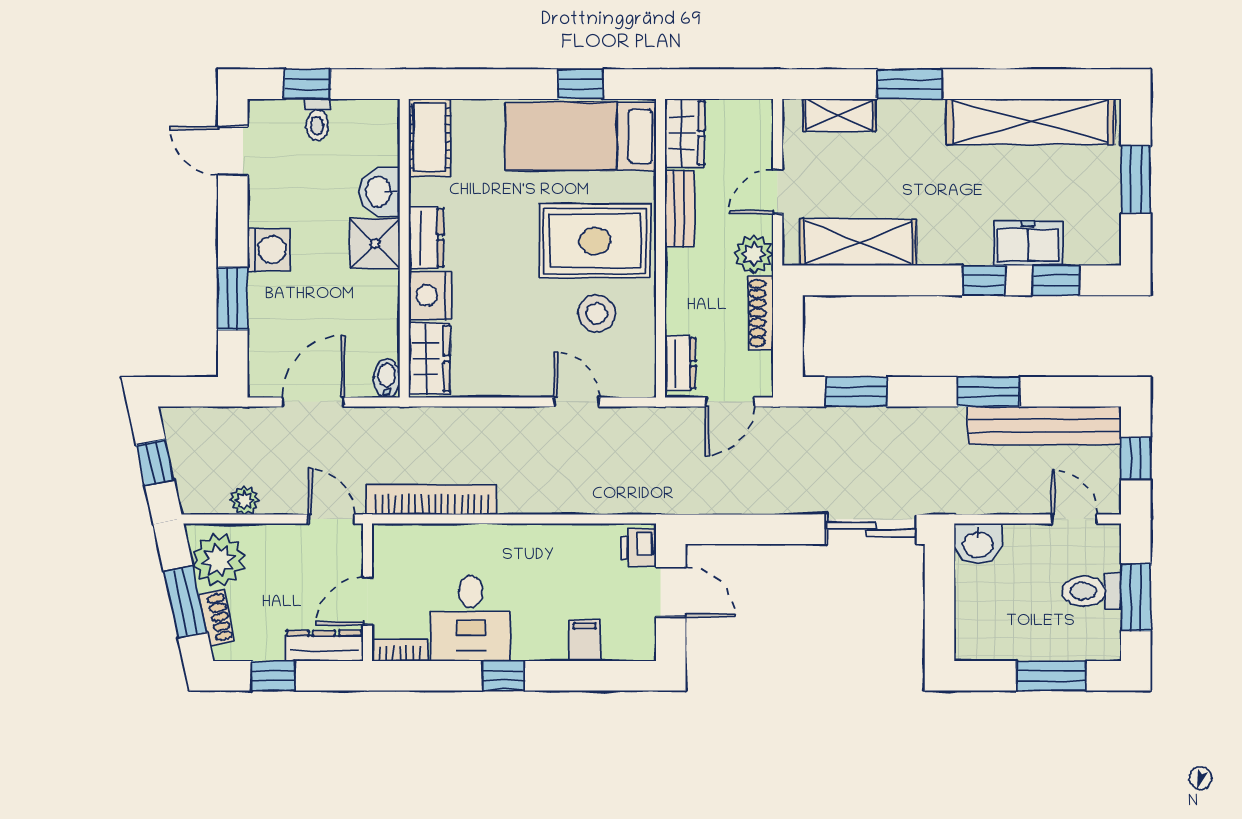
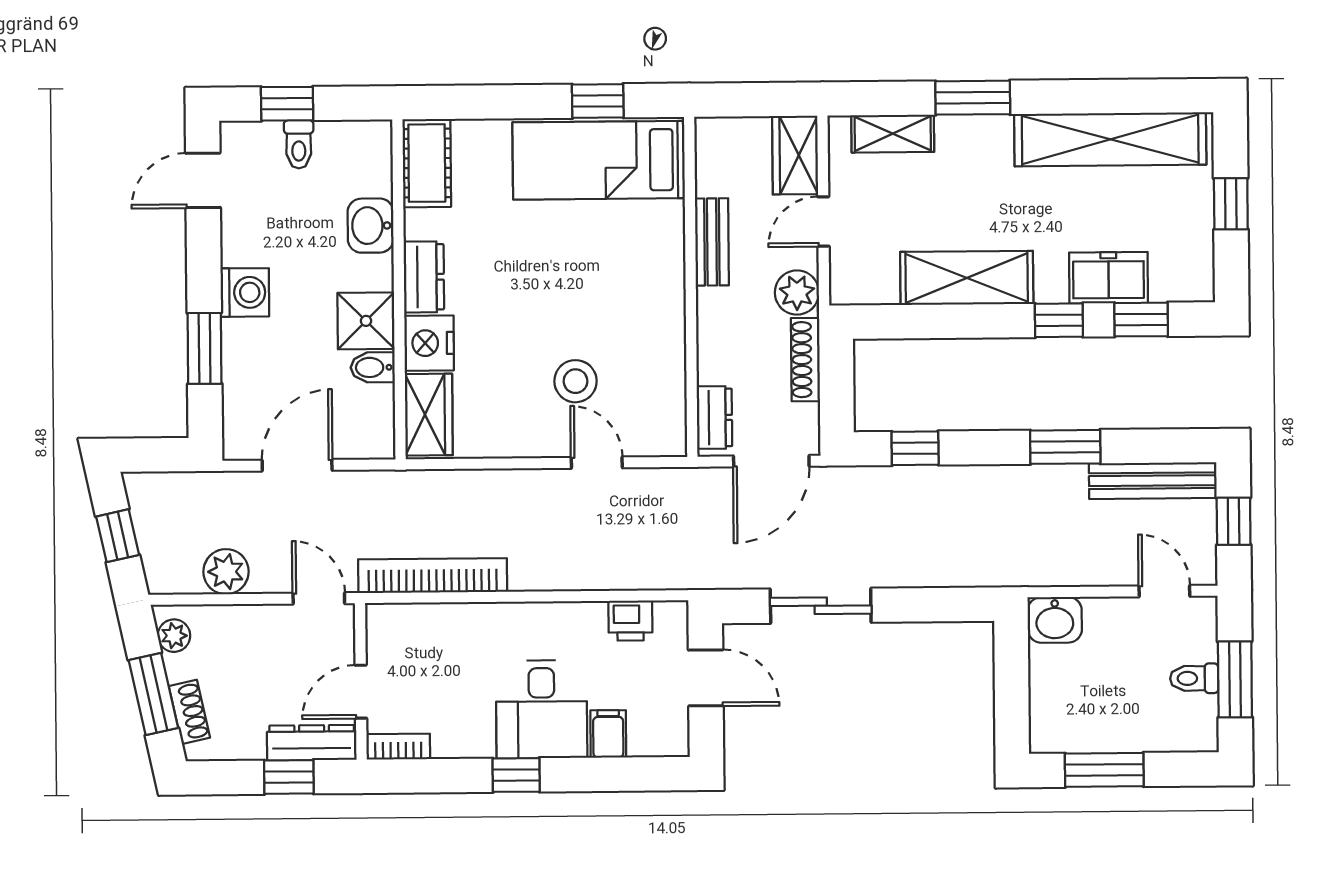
wardrobe: (685, 133) -> (795, 155), moved, turned 180
door: (233, 151) -> (203, 180), hinge flipped
window: (1136, 179) -> (1231, 204), width x0.67
rug: (595, 241) -> (616, 279), removed
shelving: (858, 242) -> (967, 278), moved
shower: (375, 243) -> (366, 321), moved
stool: (597, 313) -> (575, 381), moved
bidet: (387, 378) -> (373, 367), moved, turned -90
window: (856, 392) -> (915, 448), width x0.67
door: (730, 402) -> (771, 461), width x1.38
bench: (1044, 425) -> (1153, 481), width x0.73, depth x0.82
plant: (245, 500) -> (226, 572), width x1.38, depth x1.38
sliding door: (871, 529) -> (821, 606), moved
printer: (639, 547) -> (630, 621), moved, turned -90
plant: (219, 560) -> (174, 636), width x0.53, depth x0.53
toilet: (1092, 591) -> (1194, 678), width x0.73, depth x0.72
desk: (471, 618) -> (542, 709), moved
window: (273, 676) -> (289, 777), moved
window: (1051, 676) -> (1104, 770), moved

